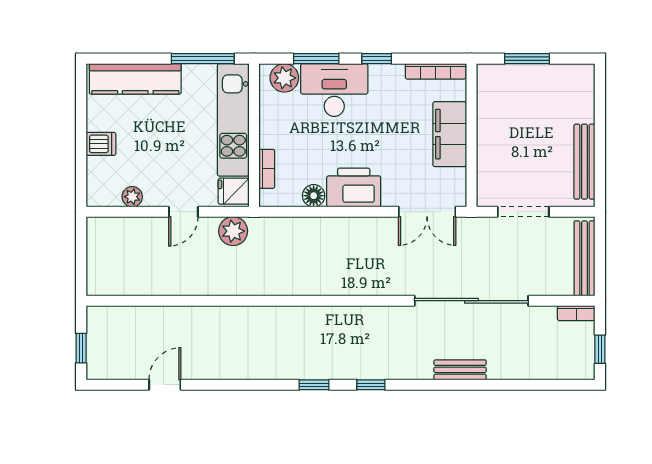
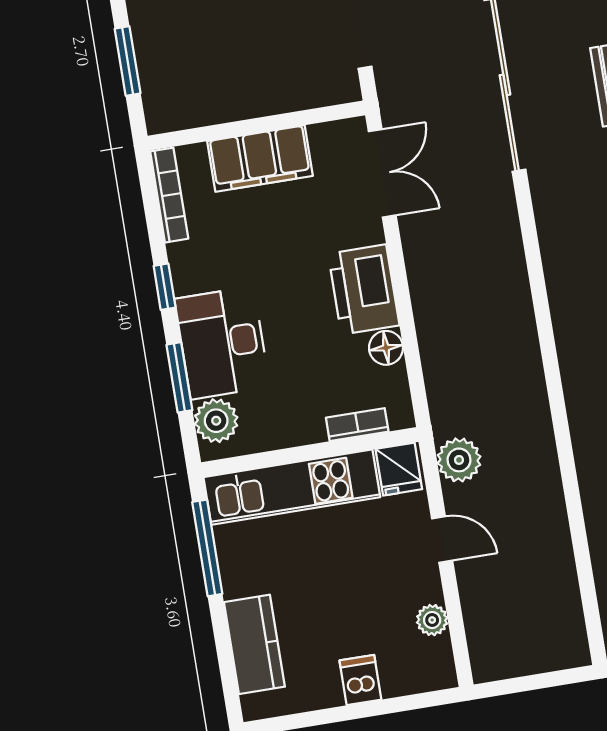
kitchen counter: (135, 79) -> (254, 644), width x0.67

